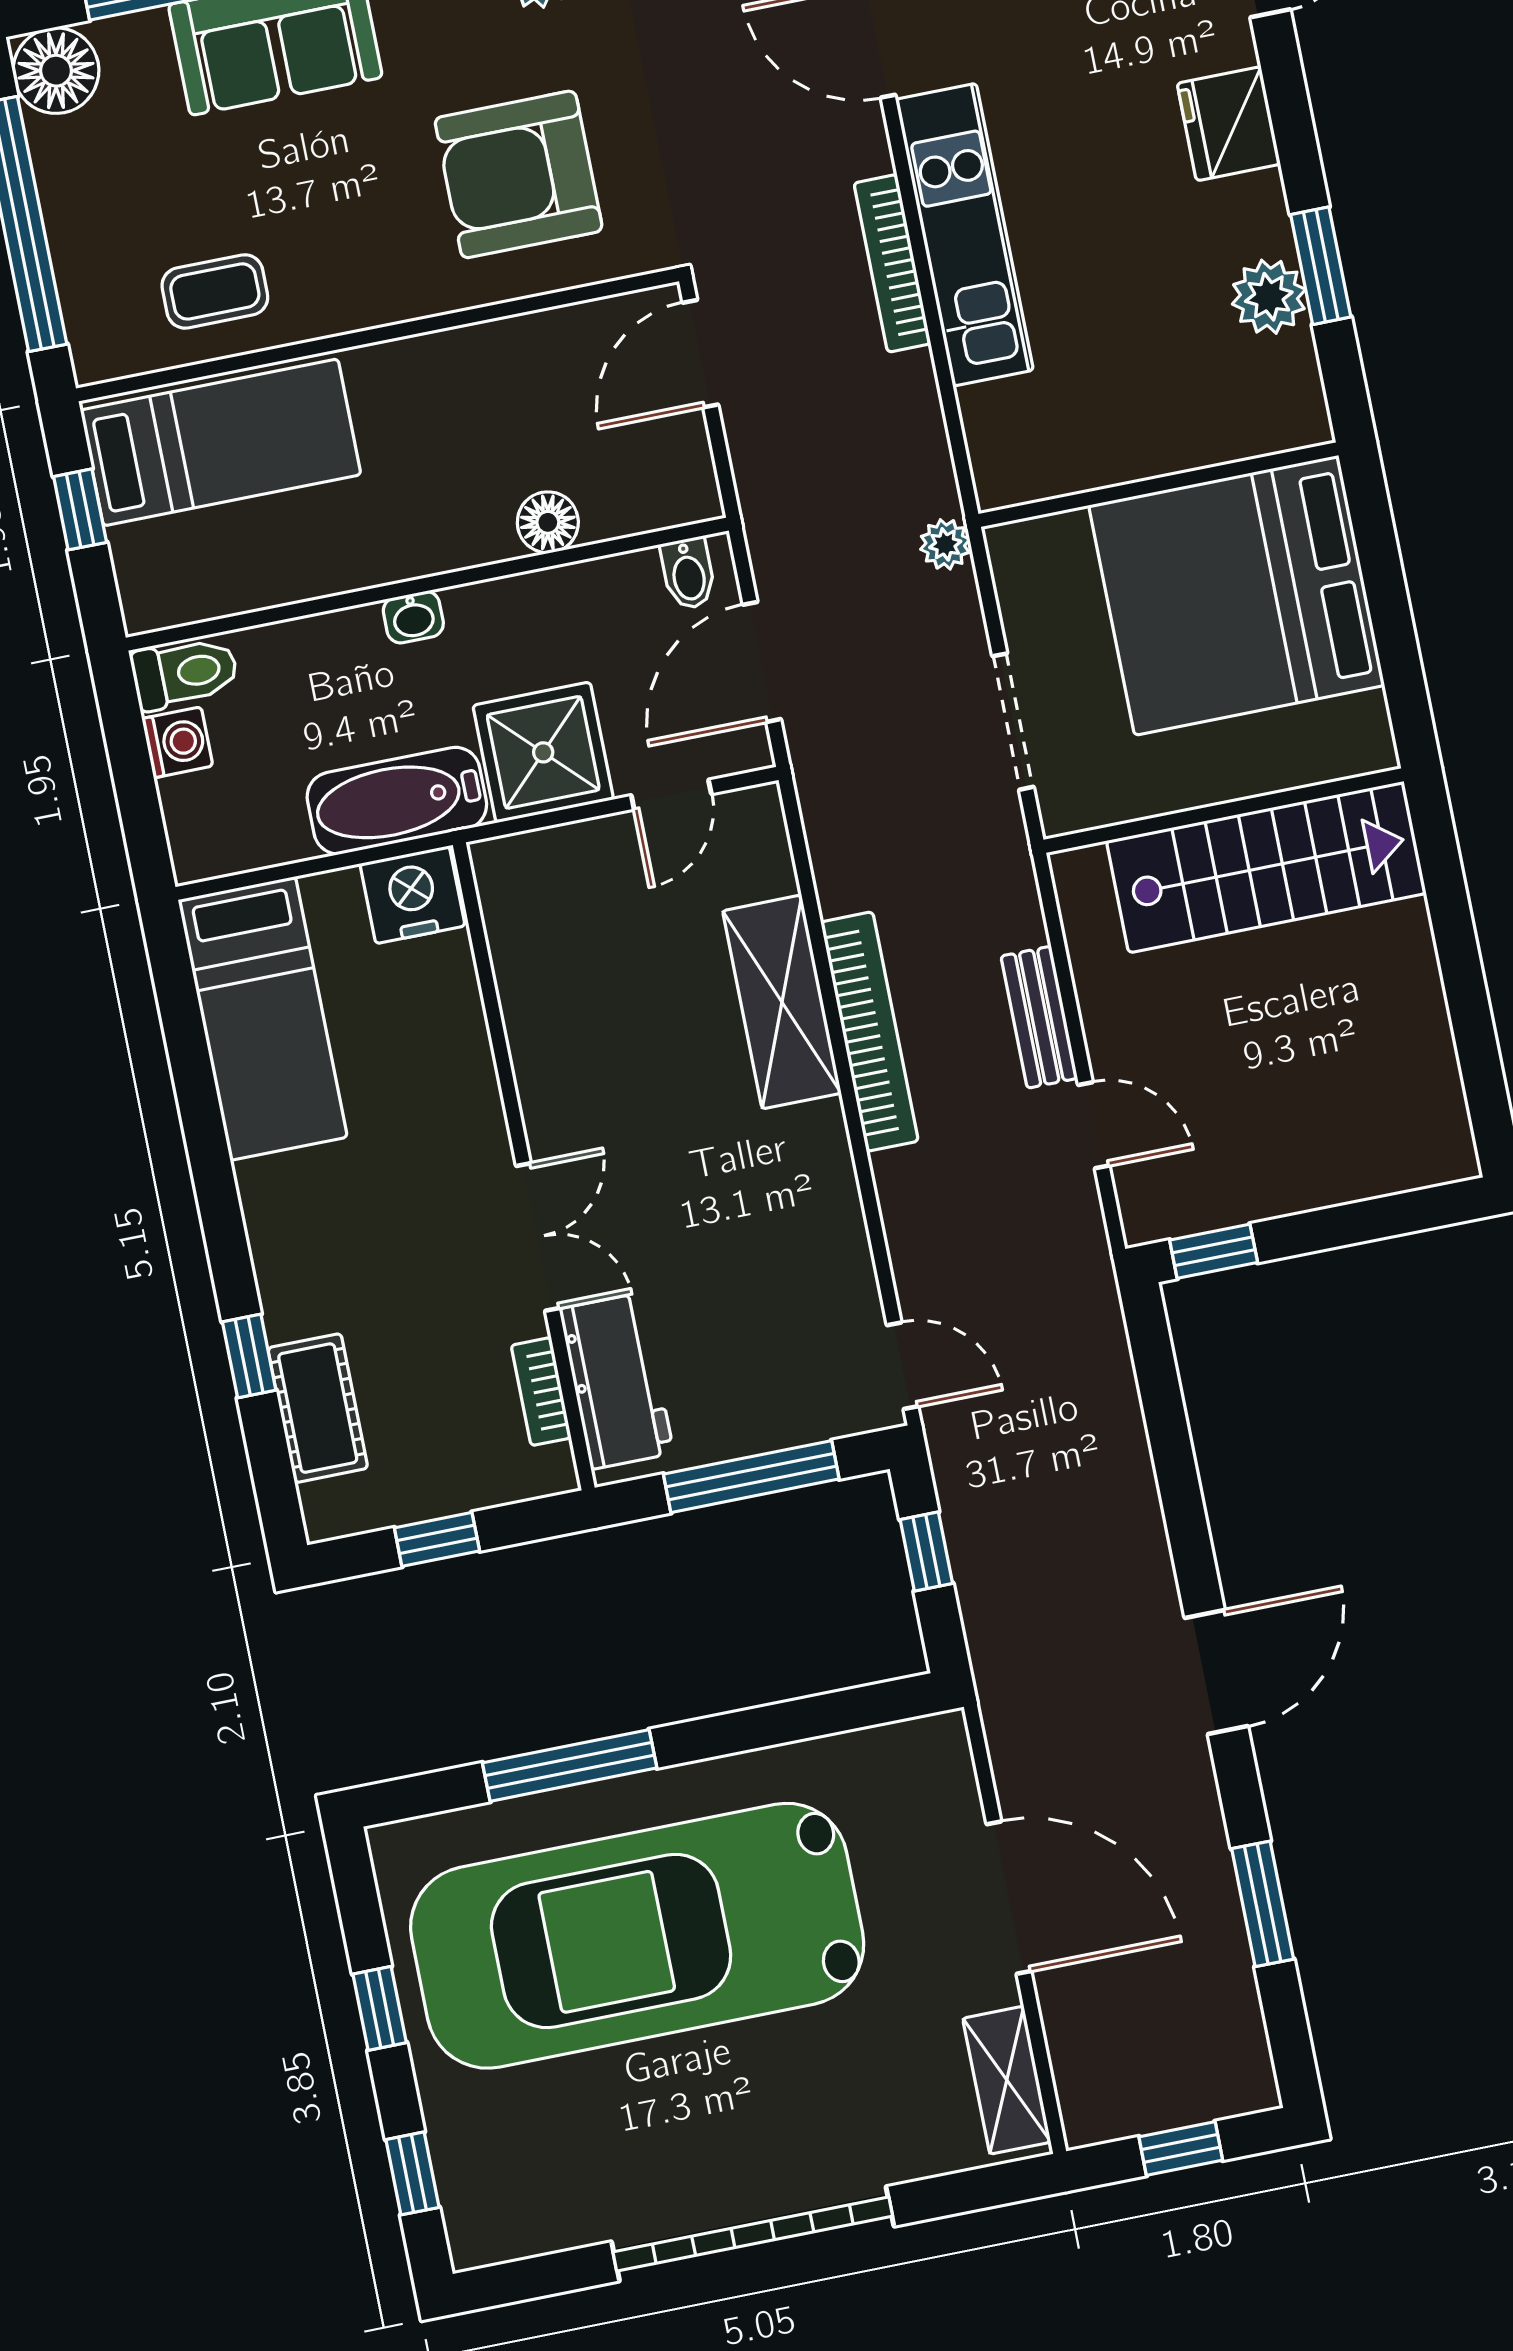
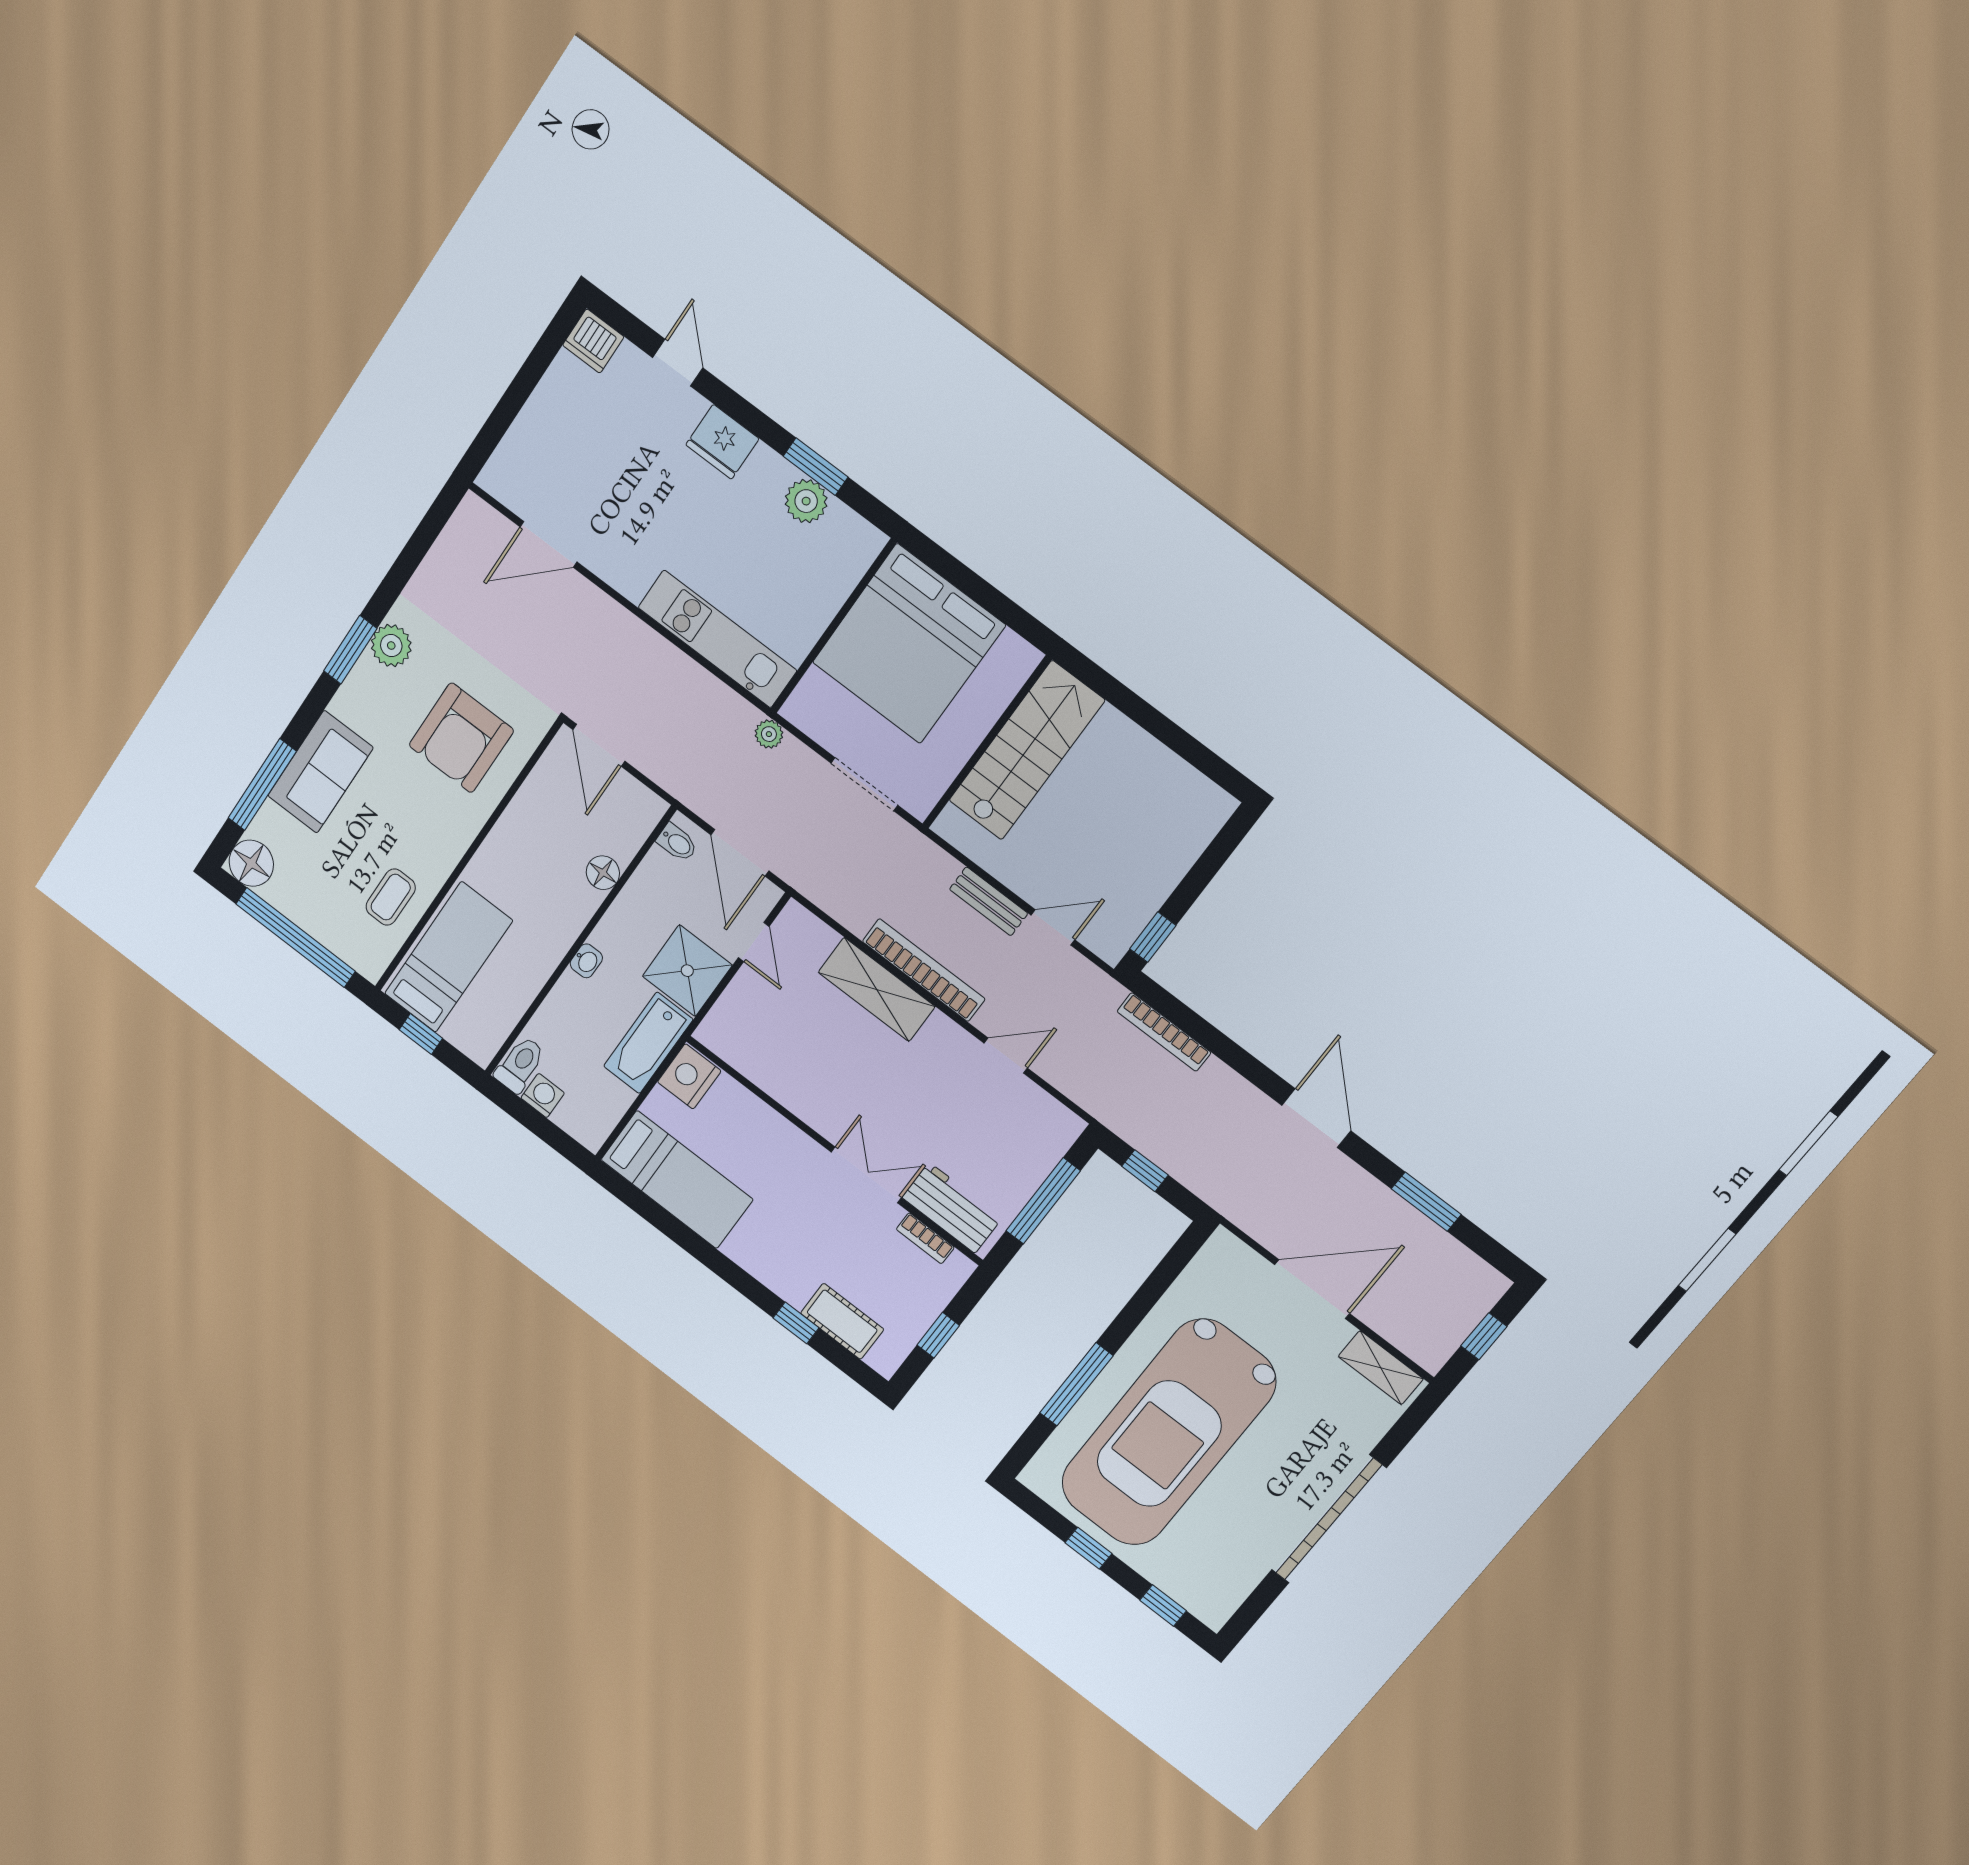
kitchen unit: (965, 235) -> (717, 639), moved
bookcase: (892, 263) -> (1164, 1032), moved
door: (903, 1366) -> (1006, 1056), moved

